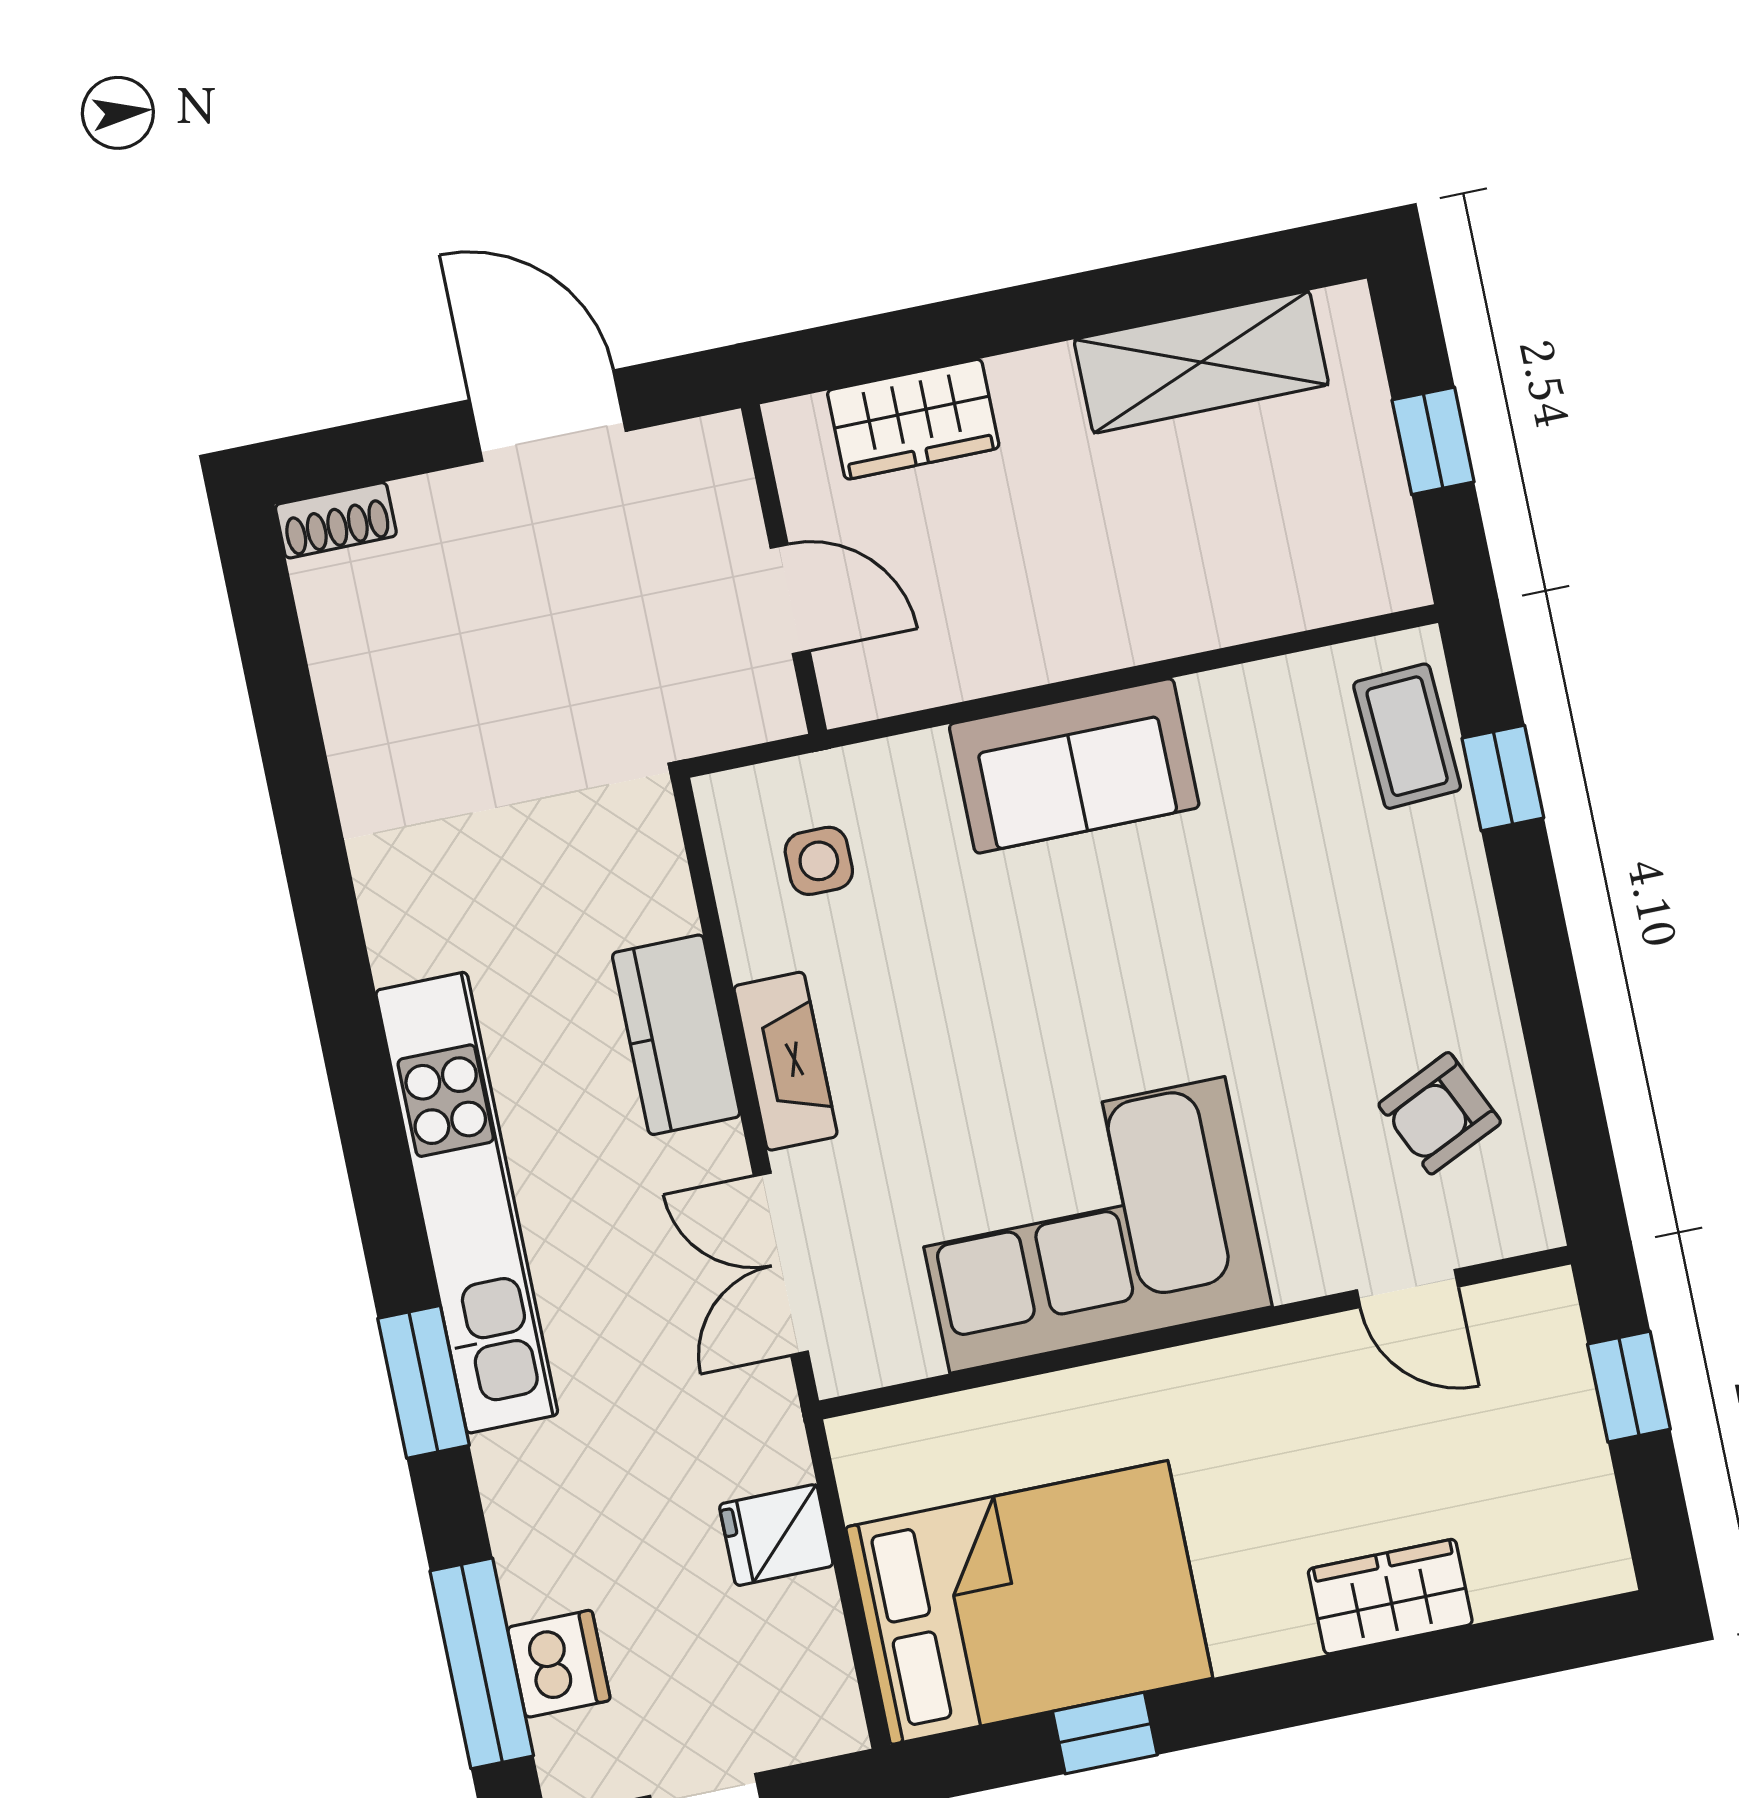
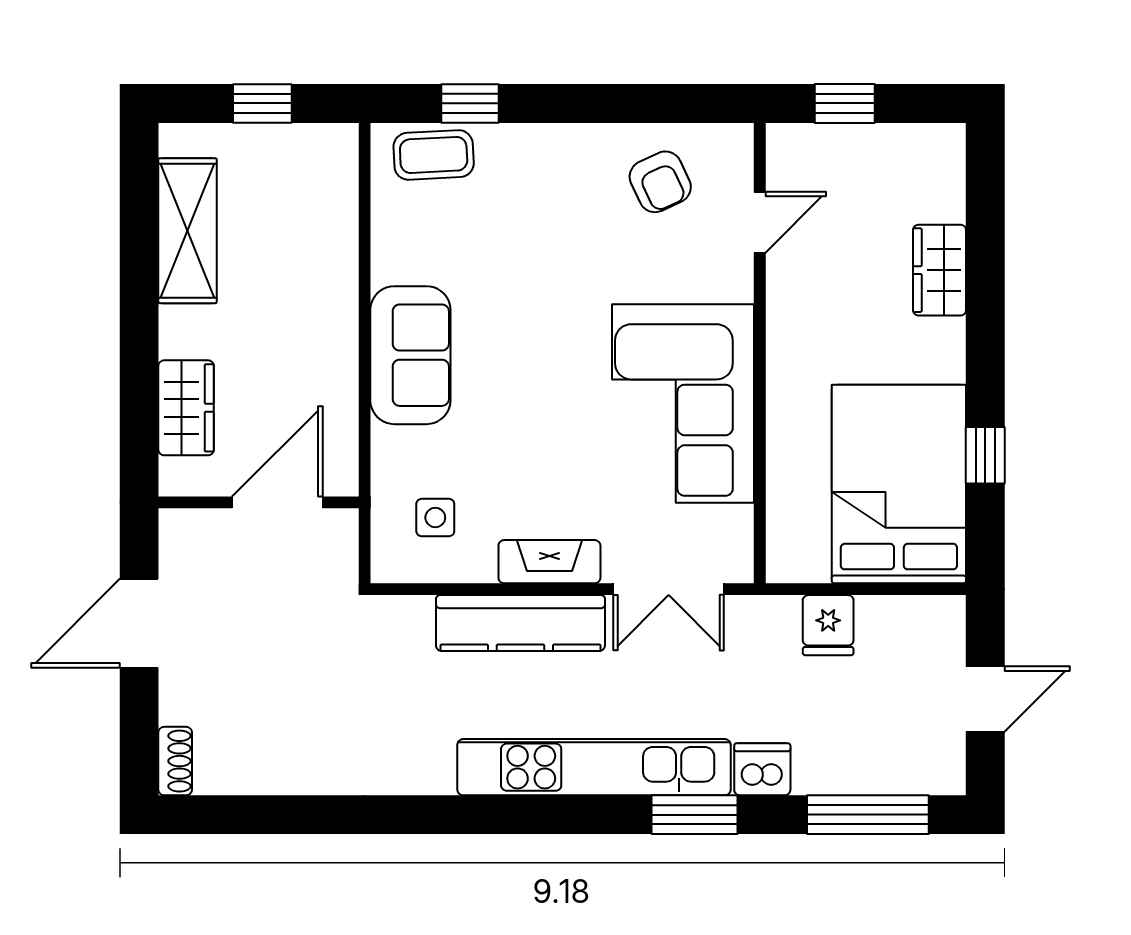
door: (790, 599) -> (277, 502), width x1.38
kitchen counter: (676, 1035) -> (520, 623), width x1.50
dishwasher: (559, 1664) -> (762, 769), moved

